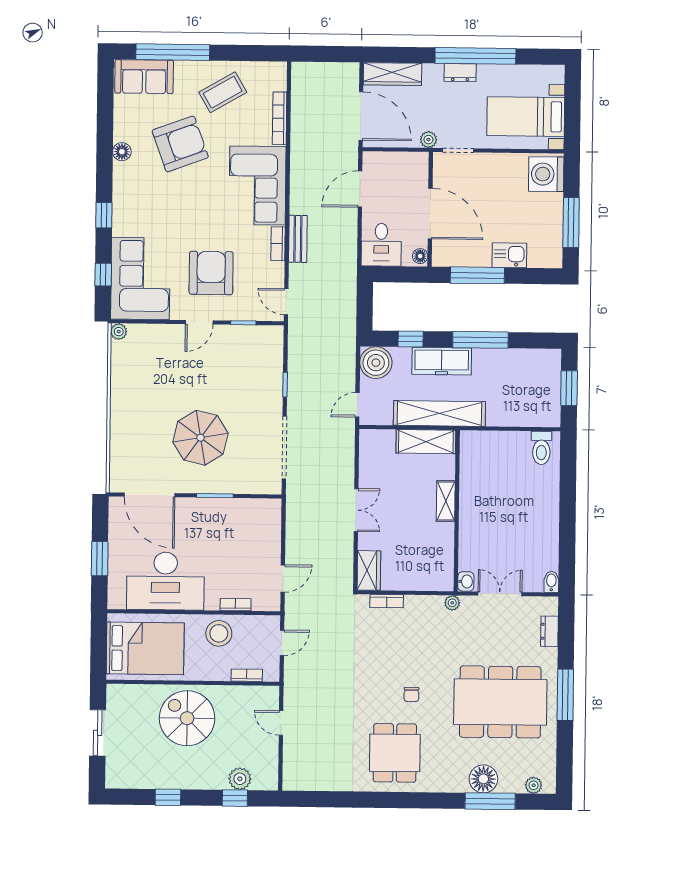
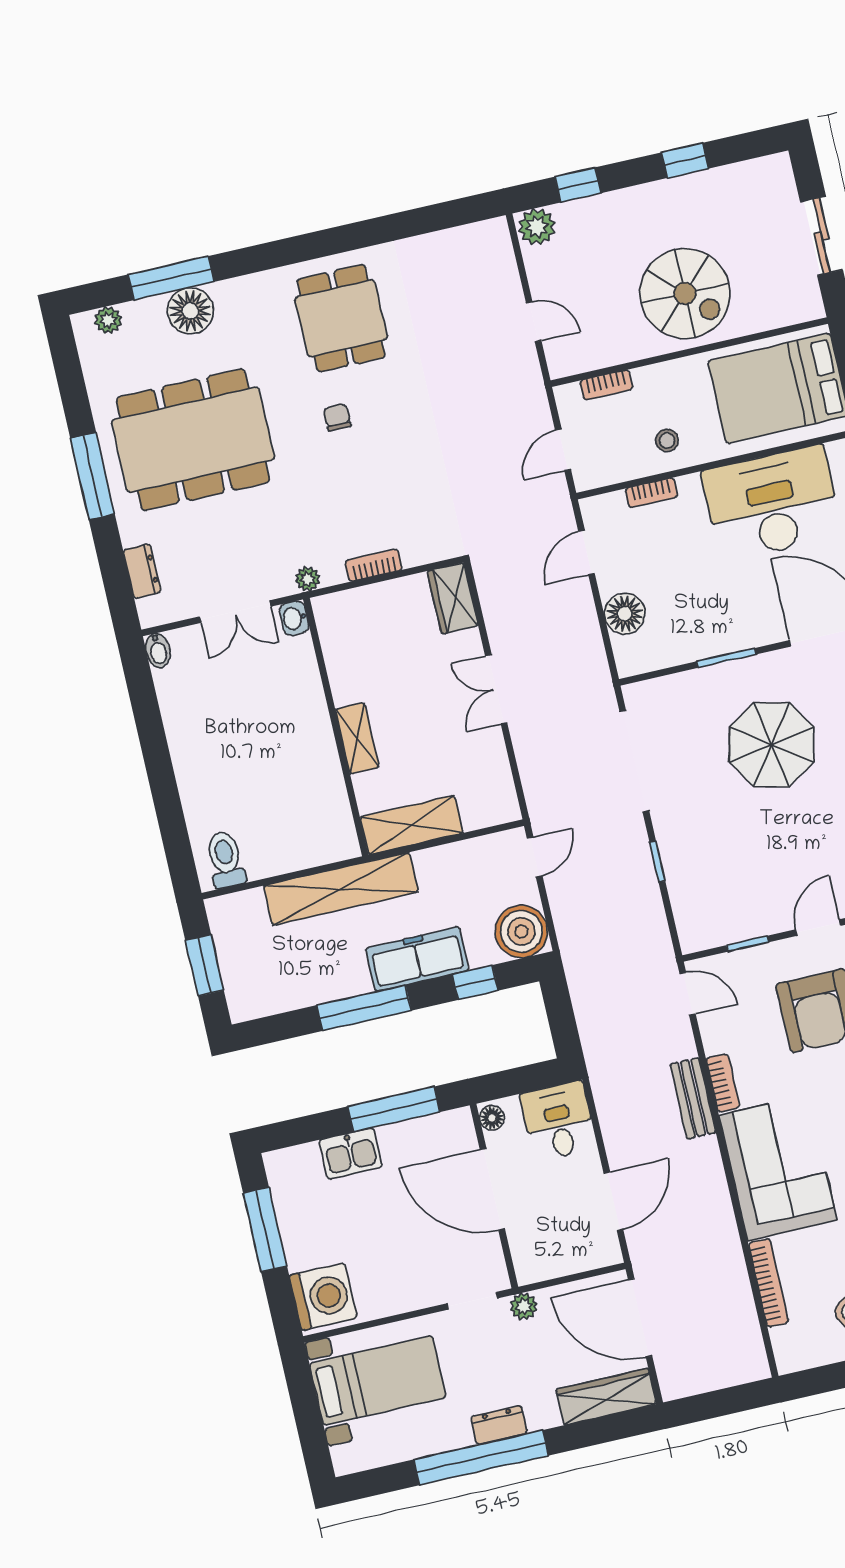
shelving: (439, 413) -> (341, 889), moved
floor lamp: (269, 537) -> (625, 614), added
bookcase: (387, 601) -> (374, 565), moved
stool: (219, 633) -> (667, 441), width x0.53, depth x0.53
plant: (240, 779) -> (537, 227), moved

